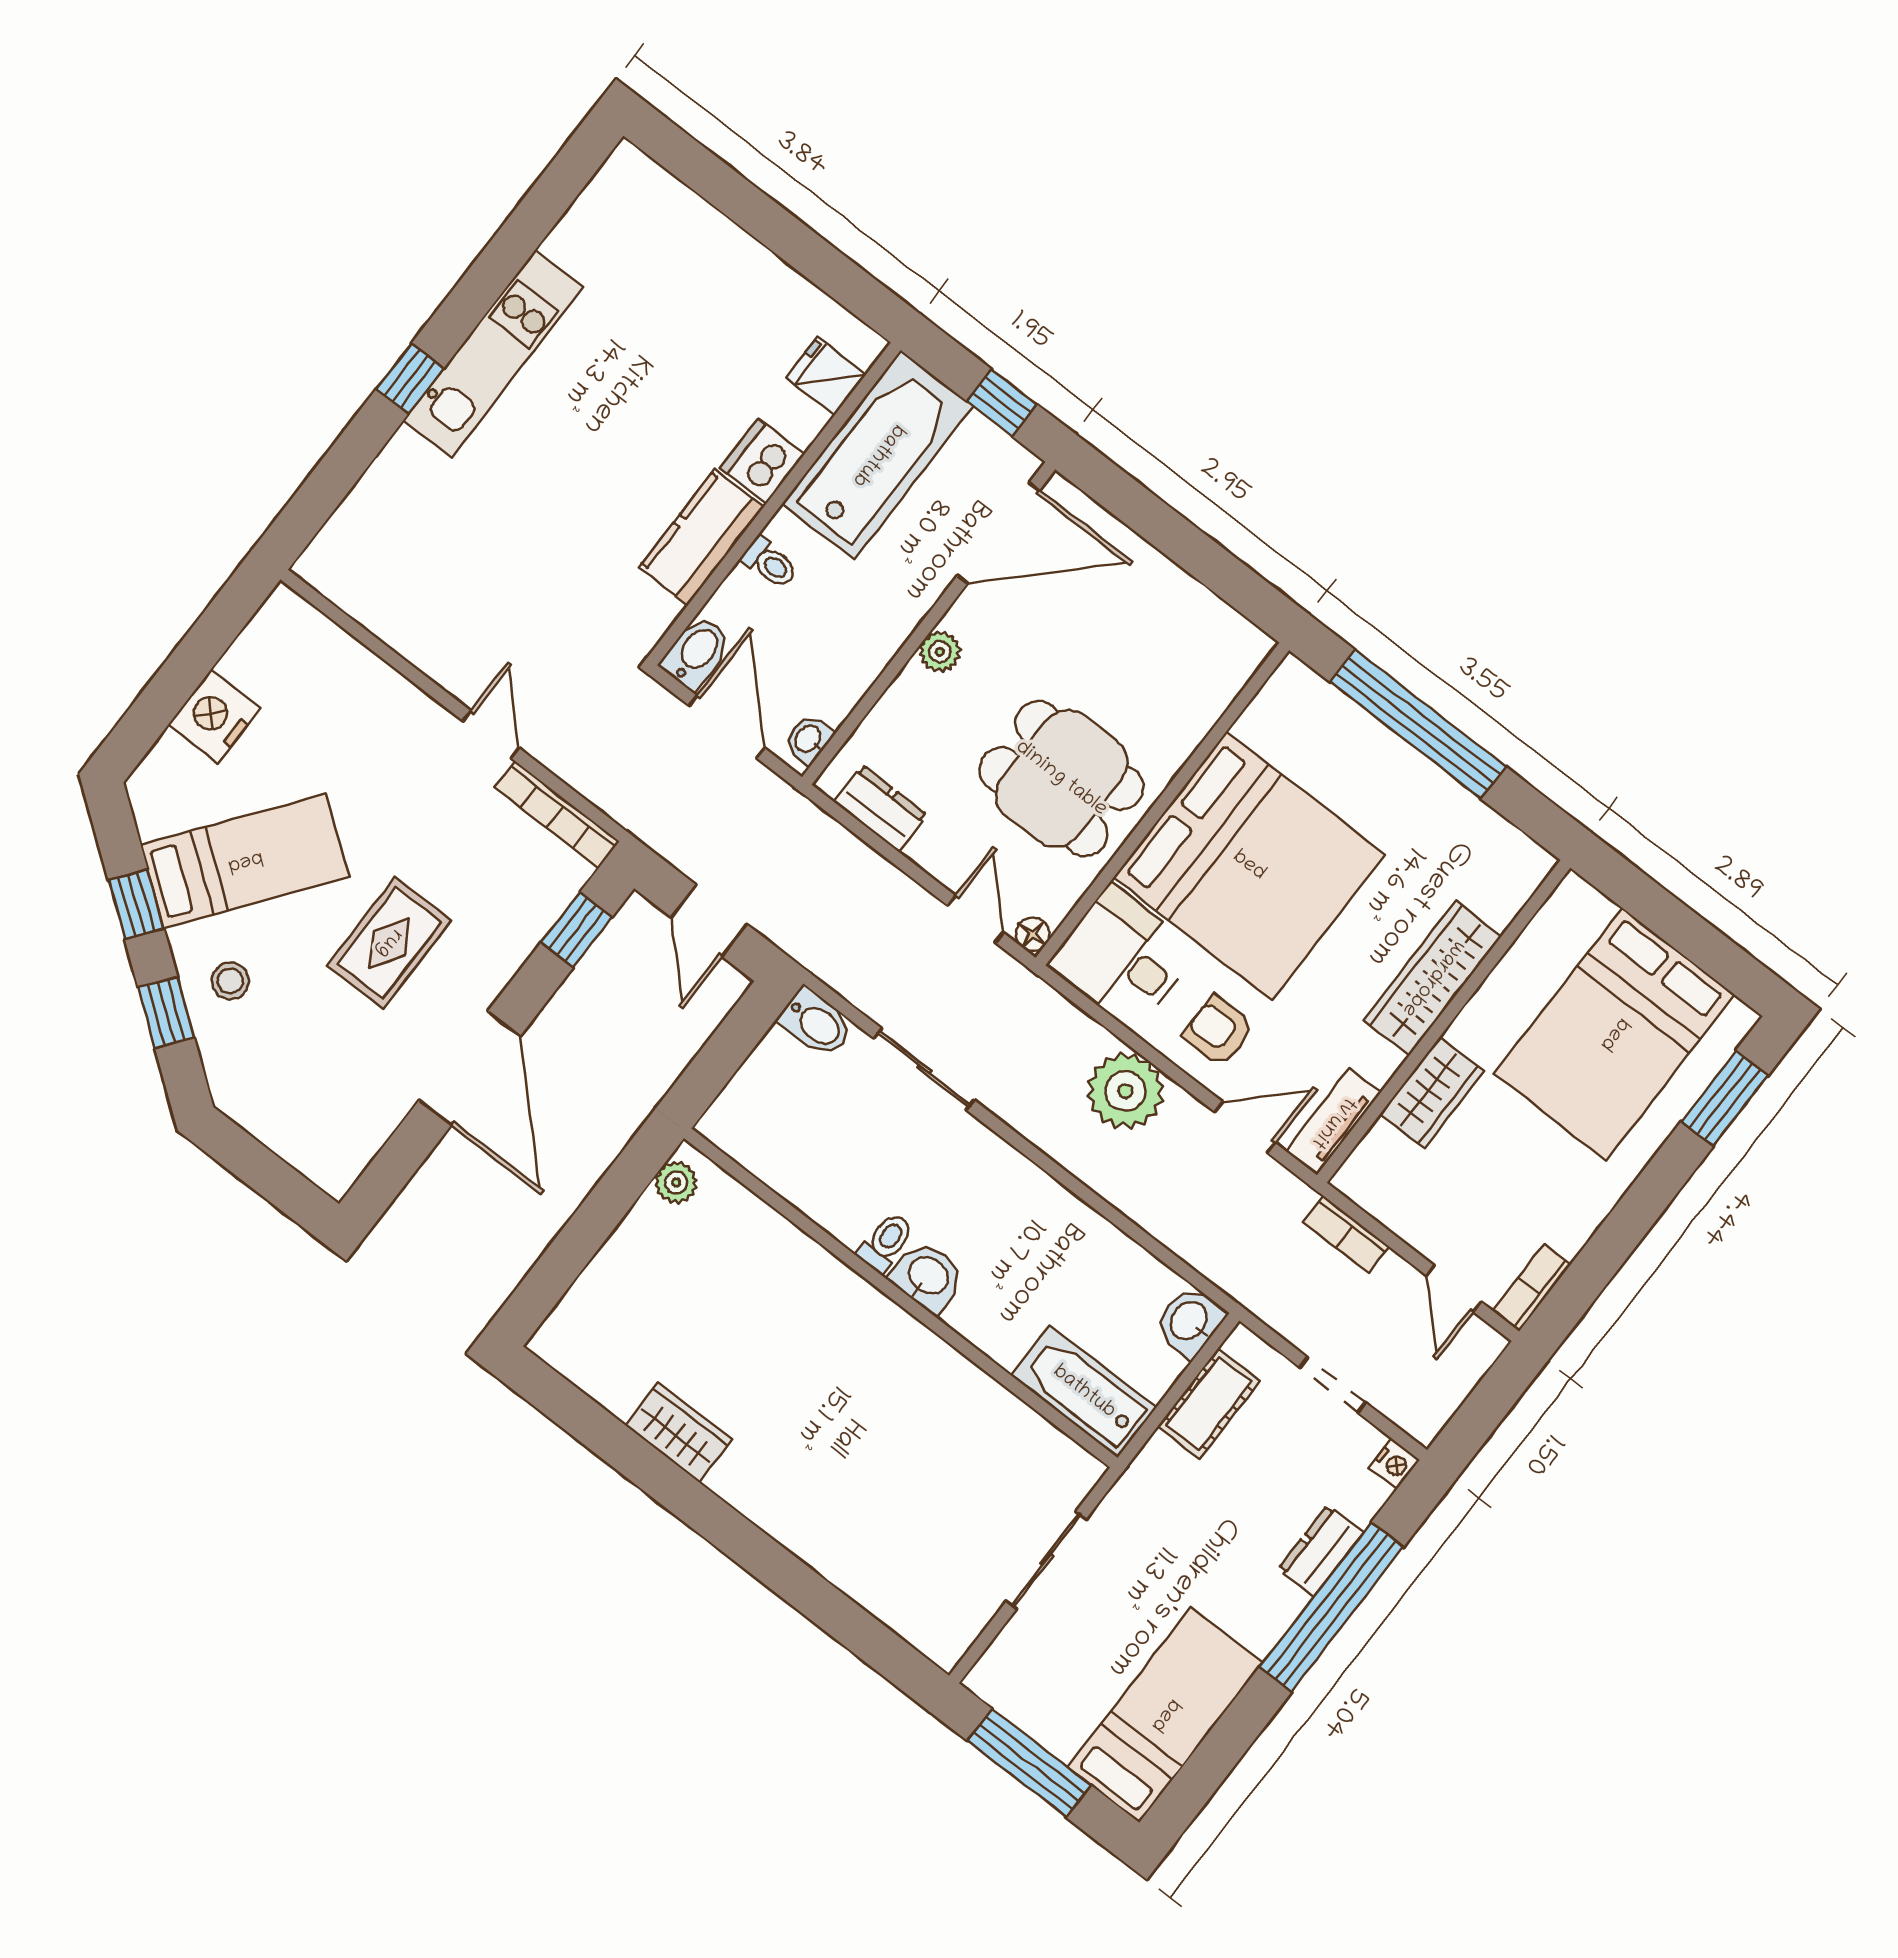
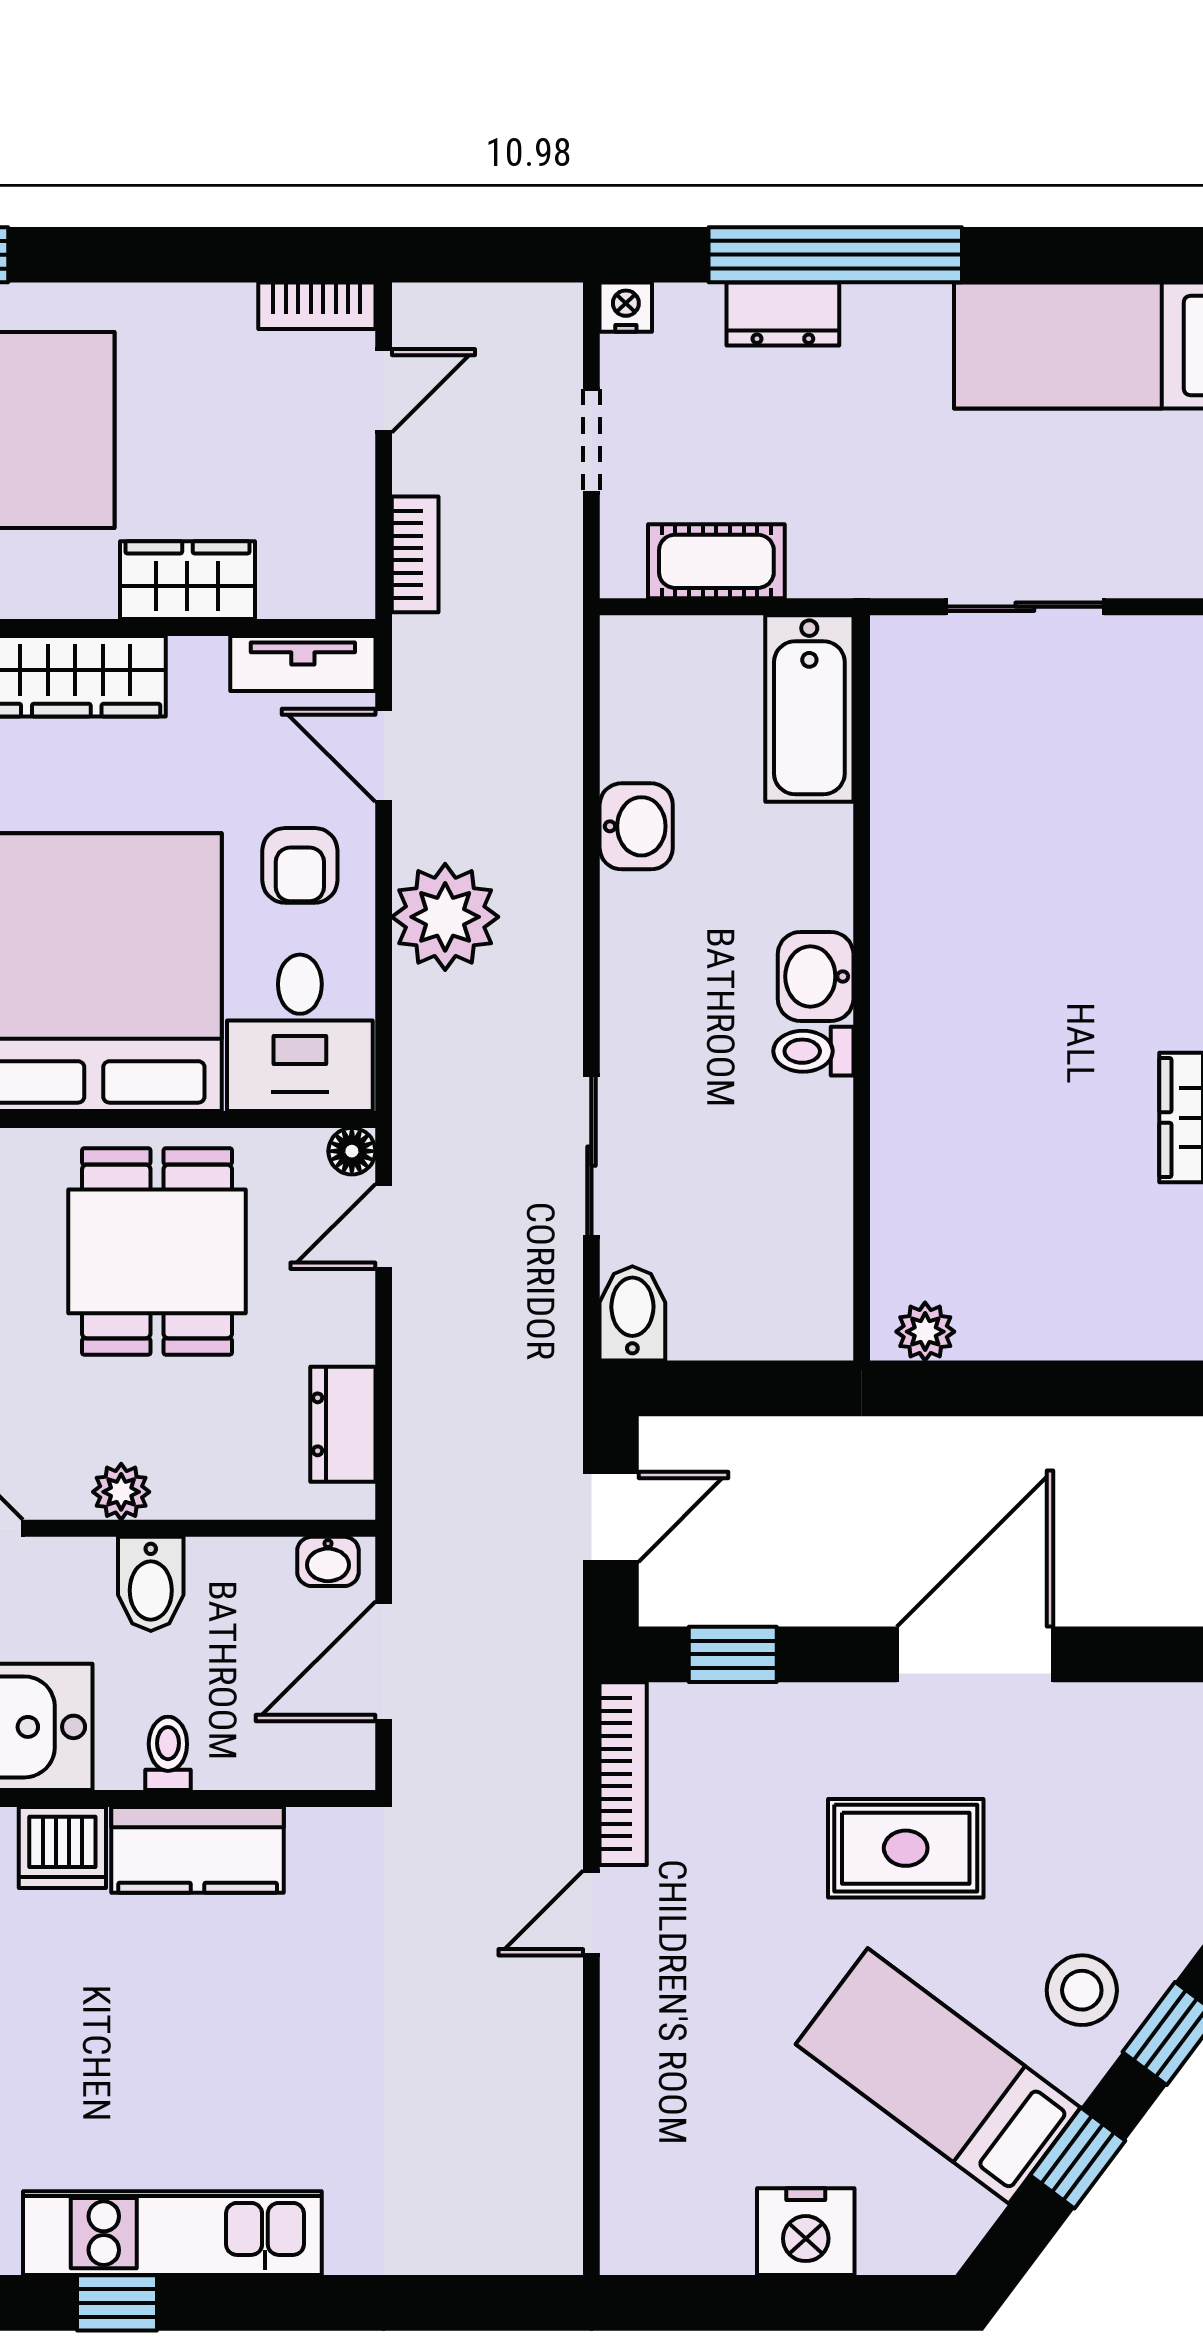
window: (410, 378) -> (117, 2303), moved
bidet: (696, 653) -> (151, 1584), moved, turned -90
stool: (230, 981) -> (1082, 1990), width x1.37, depth x1.37
washbasin: (1190, 1321) -> (636, 826), moved, turned -90

